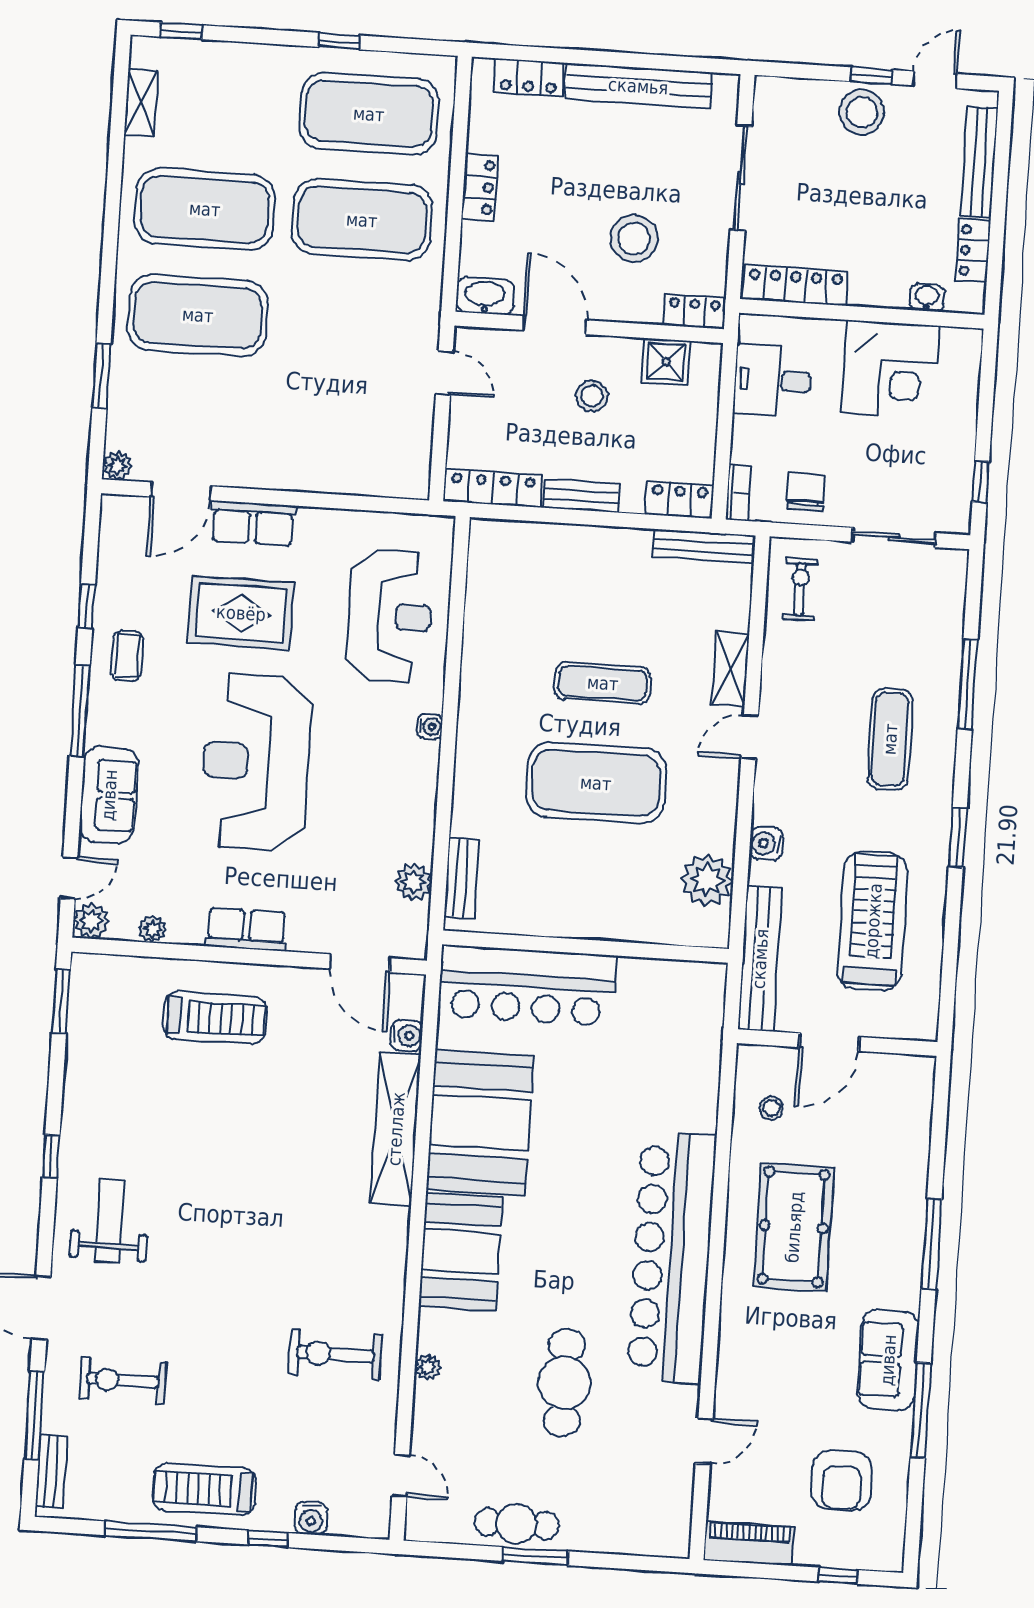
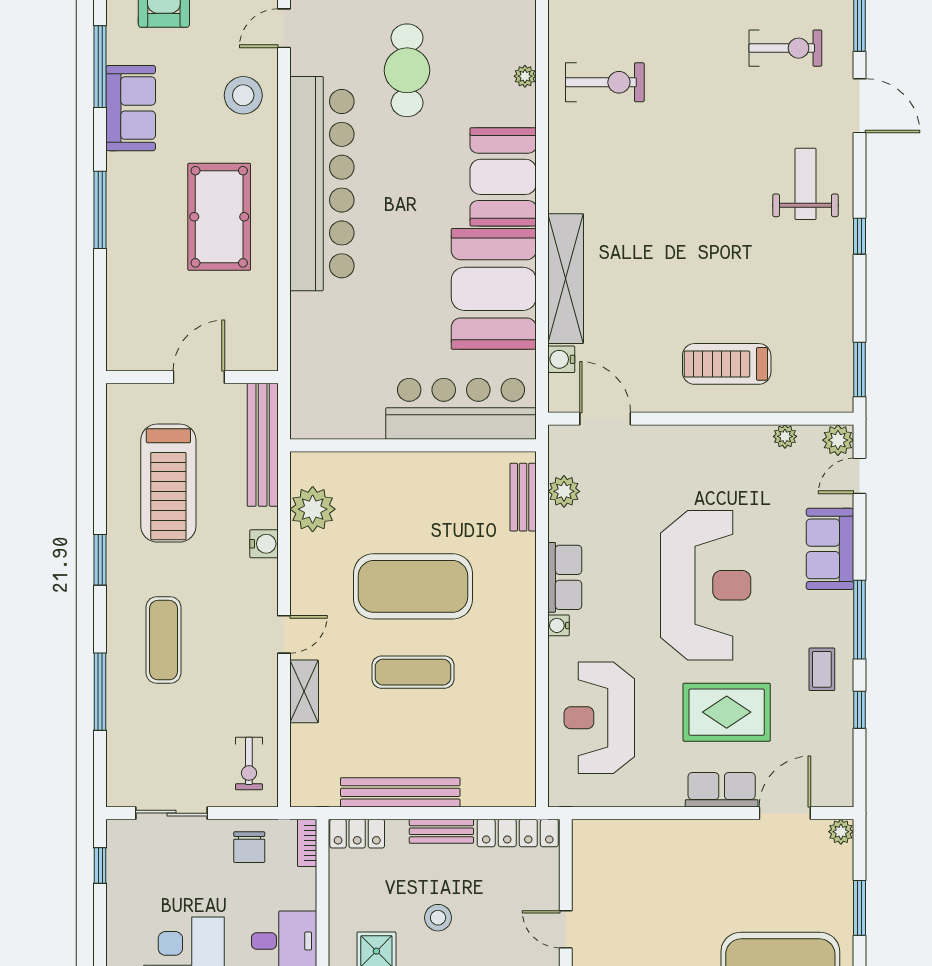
bench: (704, 546) -> (400, 792), moved, width x1.37, depth x1.21
row of seats: (246, 929) -> (565, 577), moved, turned -90
stool: (771, 1108) -> (243, 95), moved, width x1.89, depth x1.89
weight bench: (110, 1221) -> (805, 184), turned 180

